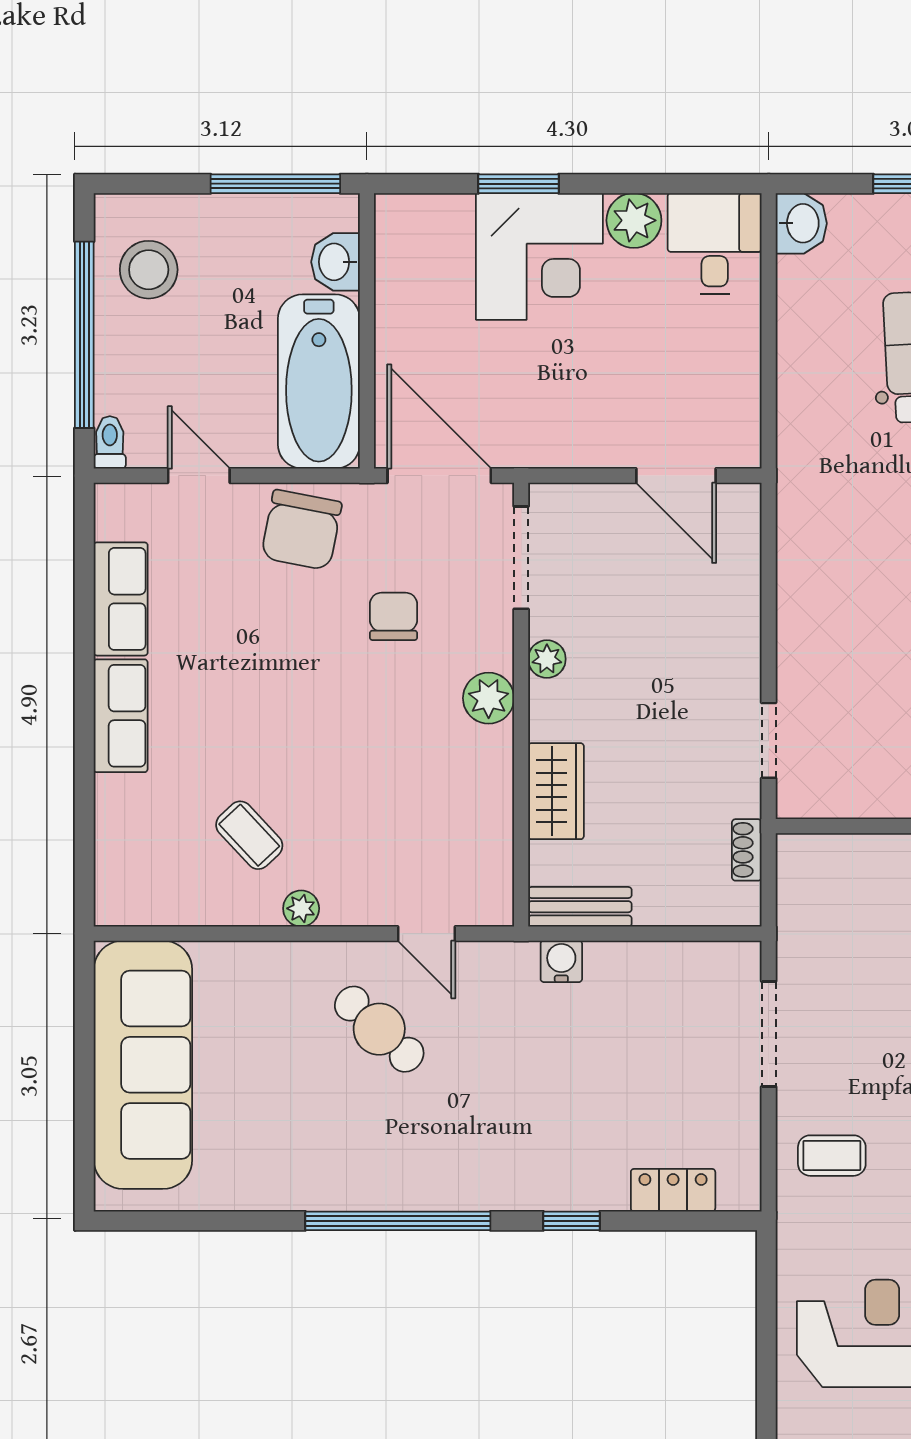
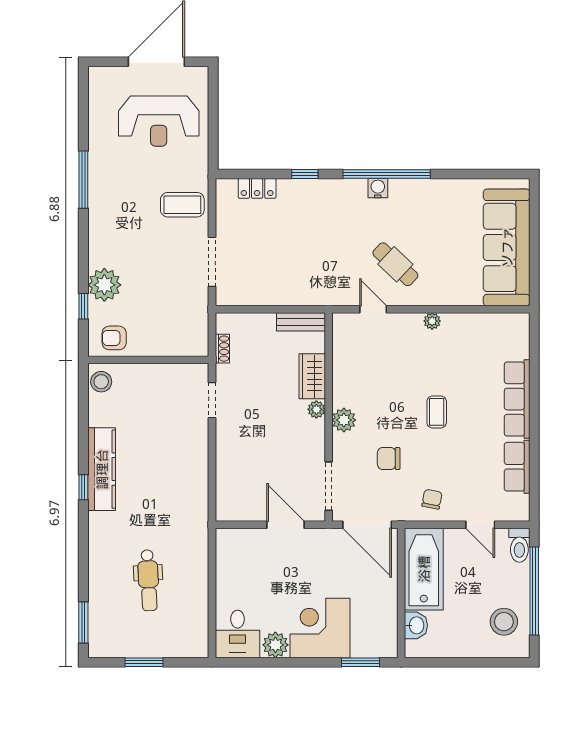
window: (275, 184) -> (444, 662), removed
window: (519, 184) -> (360, 662), moved
washbasin: (801, 223) -> (197, 644), removed
toilet: (110, 442) -> (519, 545), width x1.37, depth x1.39
door: (676, 476) -> (286, 525), moved
chair: (301, 530) -> (432, 499), width x0.54, depth x0.54
chair: (394, 616) -> (389, 459), turned 90
plant: (547, 659) -> (316, 409), moved
row of seats: (121, 716) -> (517, 399), width x1.48
coffee table: (249, 835) -> (437, 412), moved, turned 43
water cooler: (561, 961) -> (378, 188), moved, turned 180
coffee table: (832, 1156) -> (182, 205), width x1.36, depth x1.30

